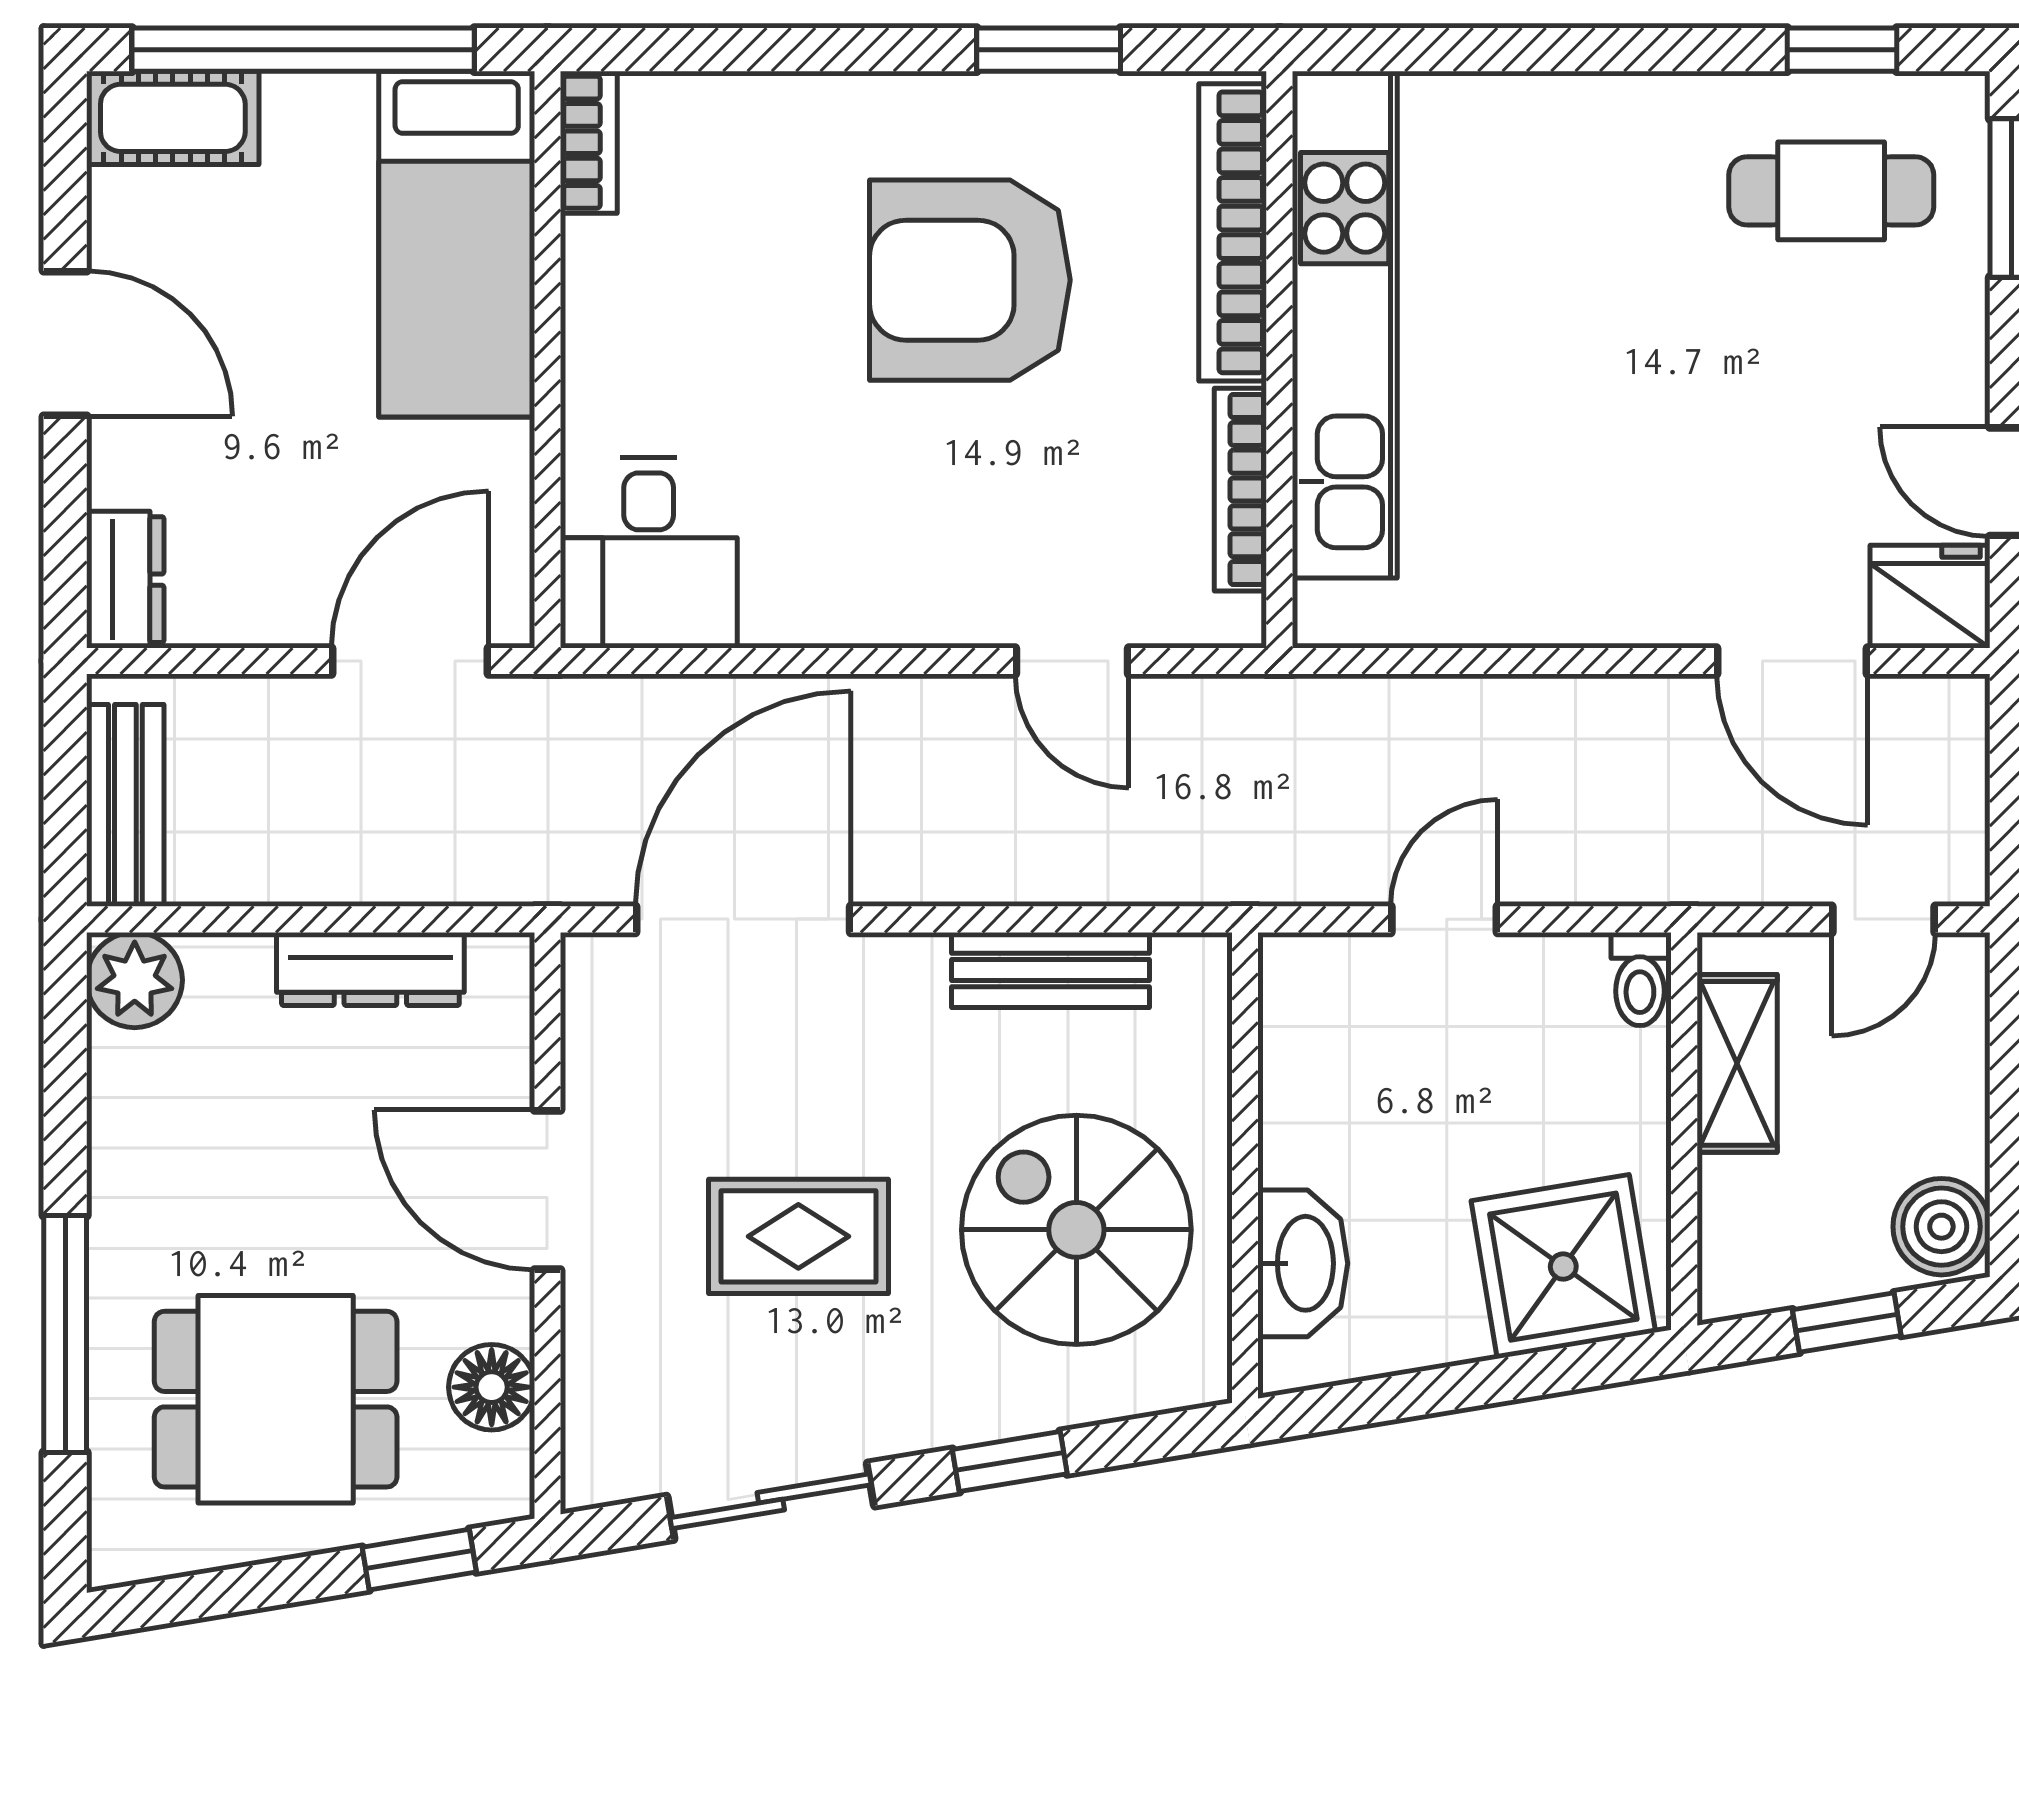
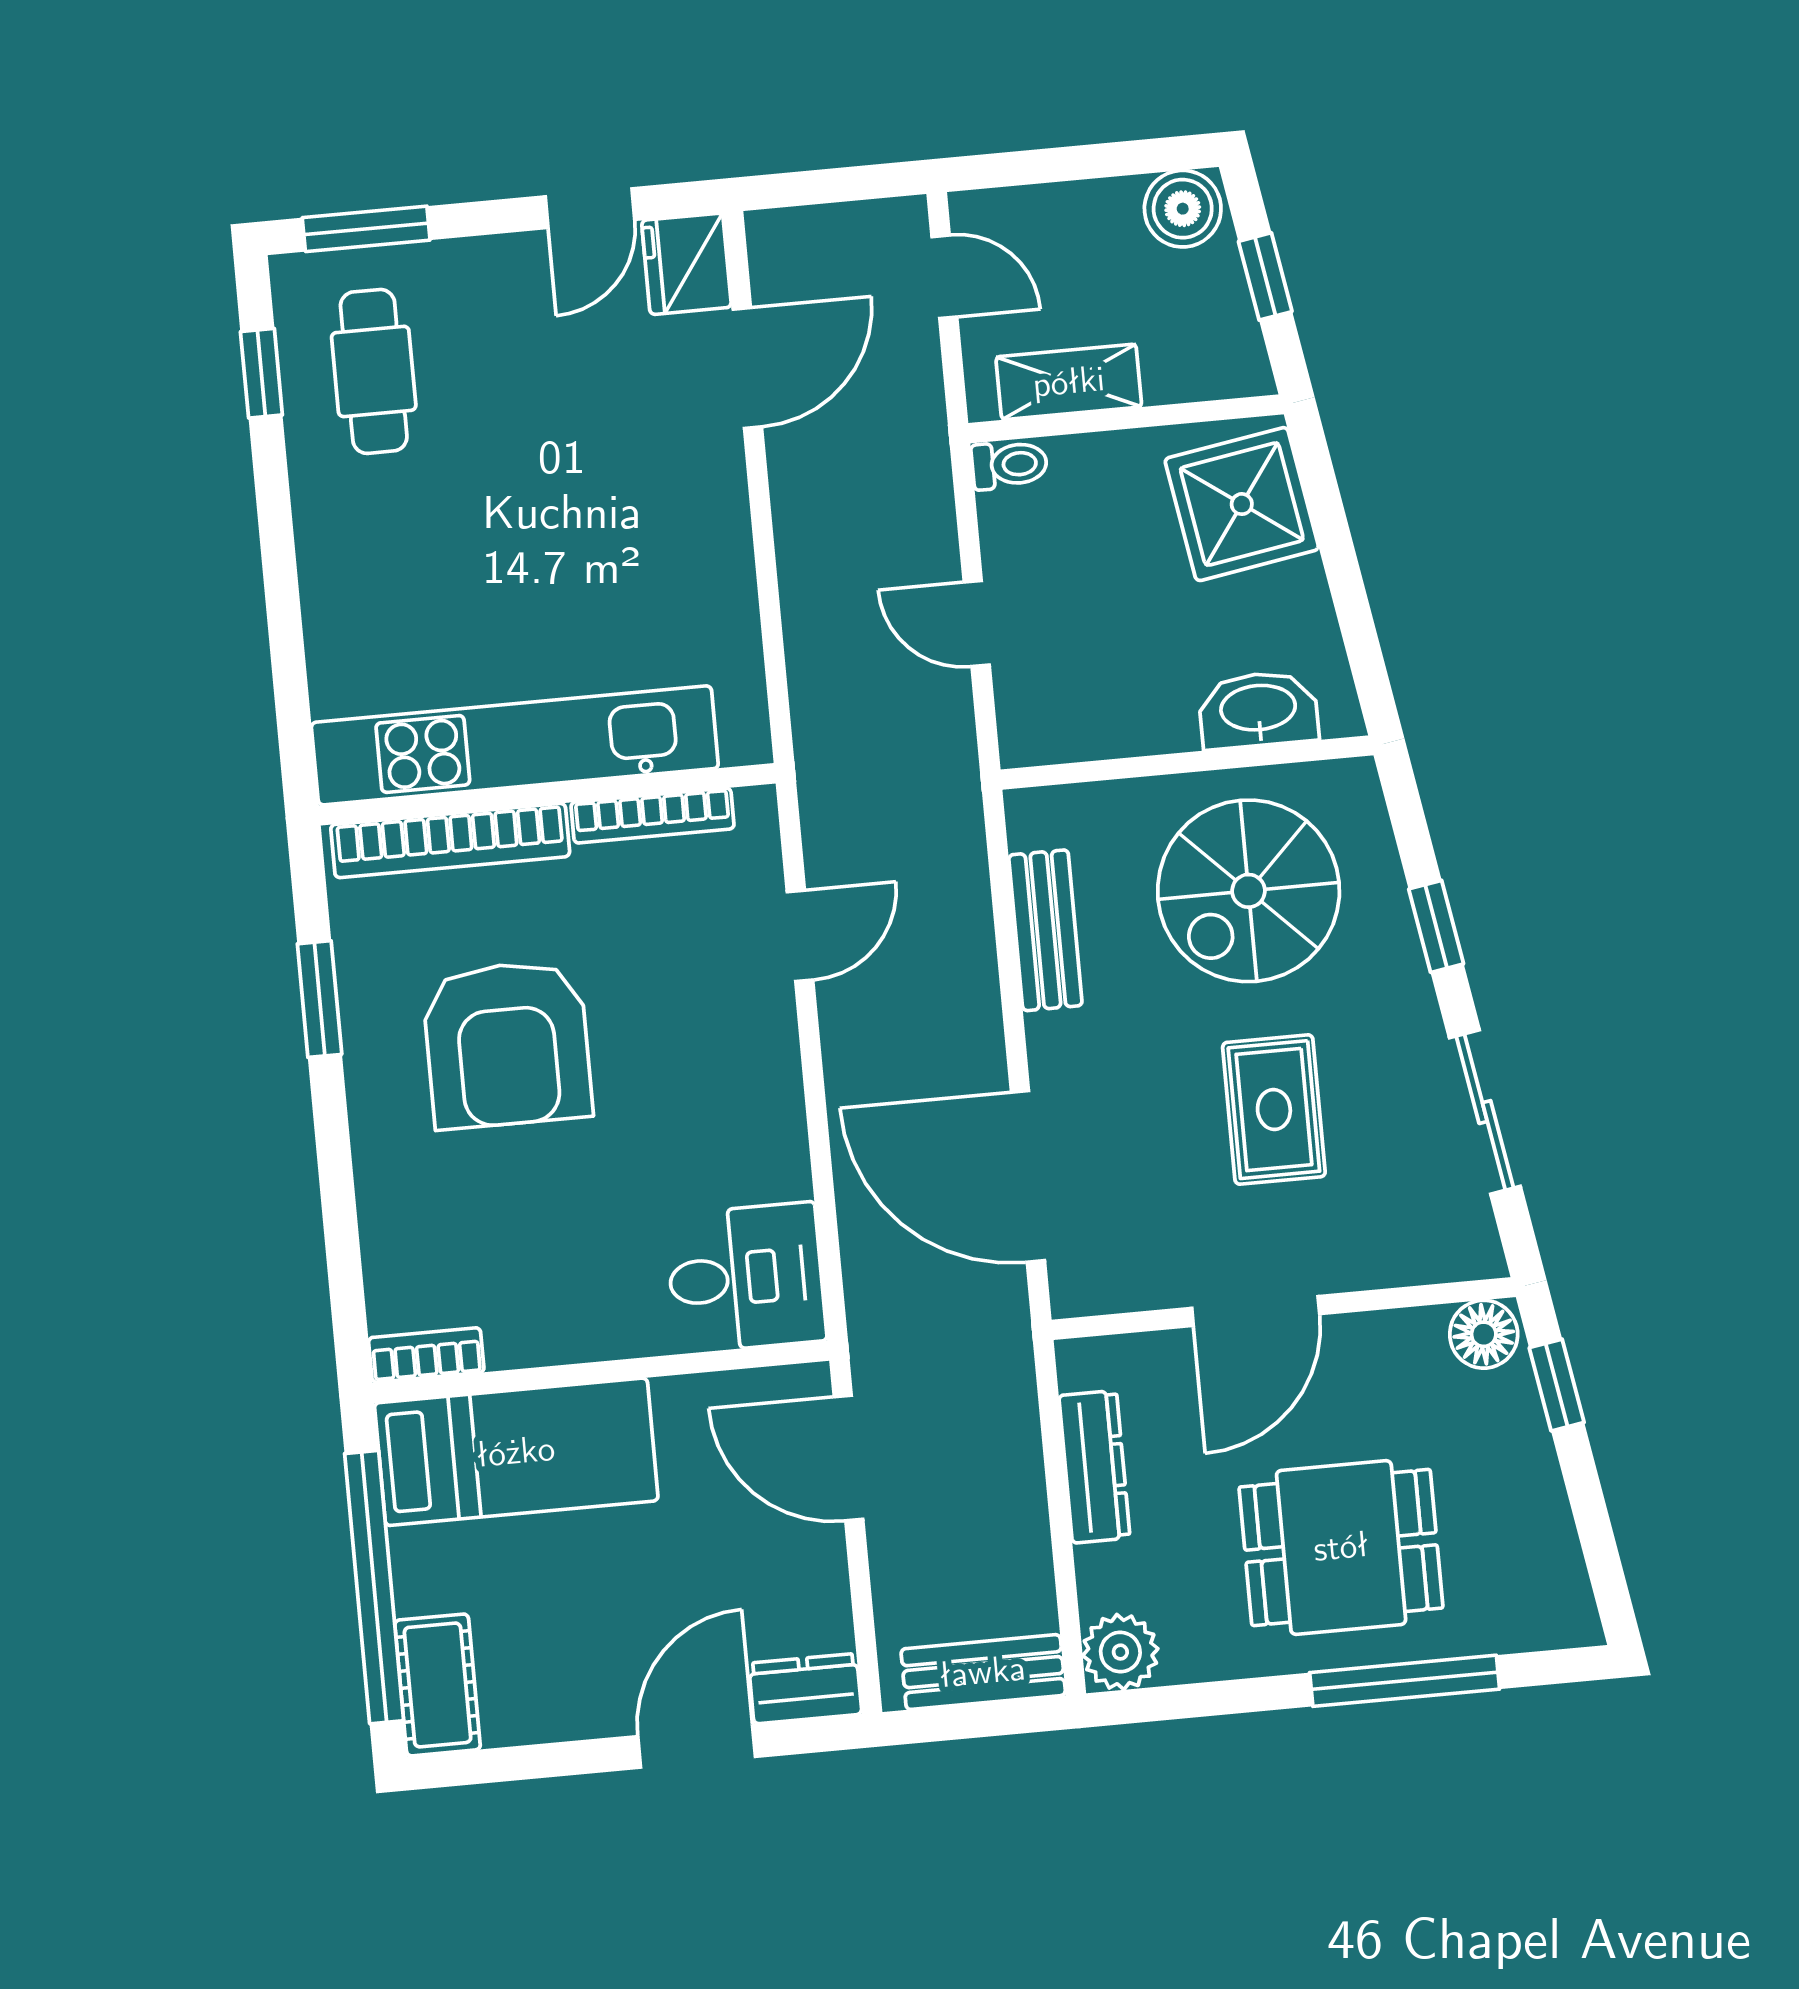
door: (65, 344) -> (697, 1747), moved
floor lamp: (492, 1387) -> (1484, 1334), moved
dining table: (276, 1399) -> (1341, 1547), moved, turned 90

